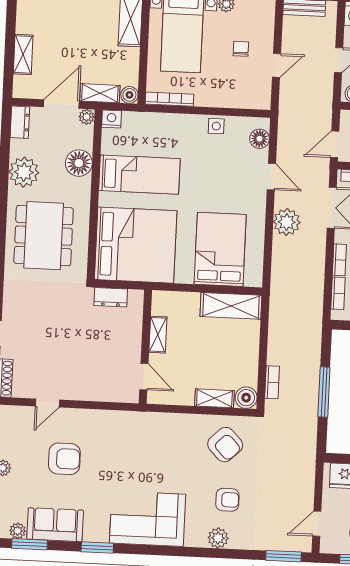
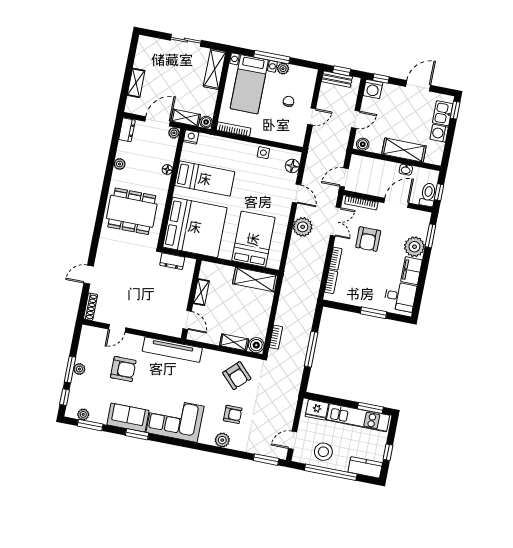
floor lamp: (79, 163) -> (167, 169), width x0.53, depth x0.53
plant: (24, 172) -> (120, 164), width x0.53, depth x0.53
dining table: (44, 236) -> (132, 211), turned 90
tv unit: (129, 421) -> (172, 350), added
sofa: (55, 525) -> (128, 418), moved

